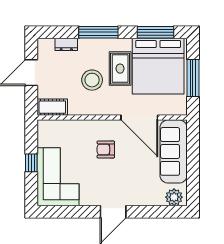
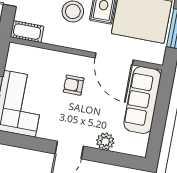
plant: (174, 197) -> (105, 141), moved

